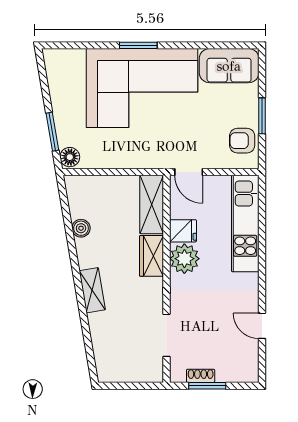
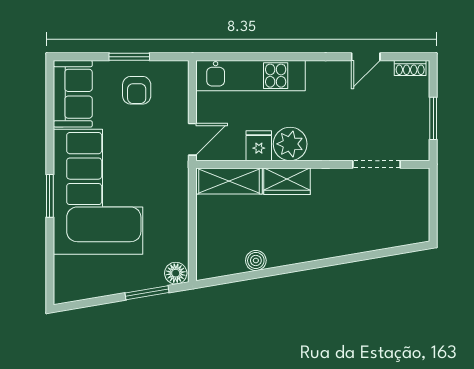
armchair: (242, 141) -> (137, 90), moved
shelving: (92, 290) -> (326, 248), removed
shoe rack: (201, 376) -> (410, 68), moved, turned -90

